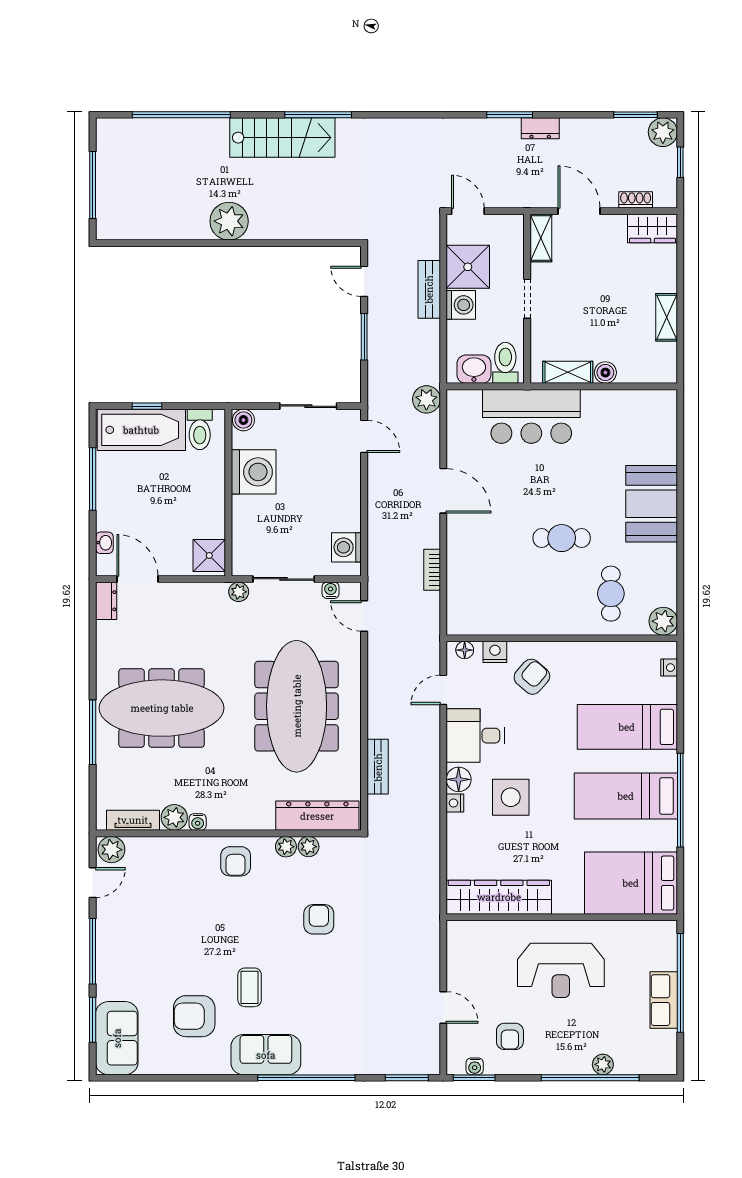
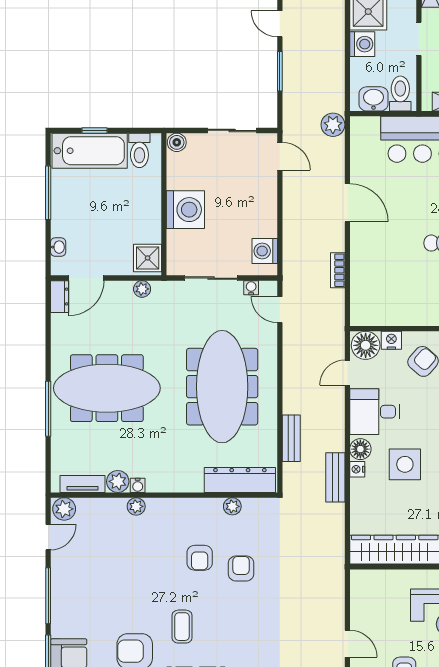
bench: (429, 289) -> (335, 477), moved
washing machine: (254, 472) -> (185, 210), moved
door: (137, 579) -> (86, 278), swing flipped
plant: (239, 592) -> (142, 289), moved
floor lamp: (465, 650) -> (366, 345), width x1.89, depth x1.89
plant: (286, 847) -> (136, 506), moved
armchair: (236, 861) -> (200, 558), moved

